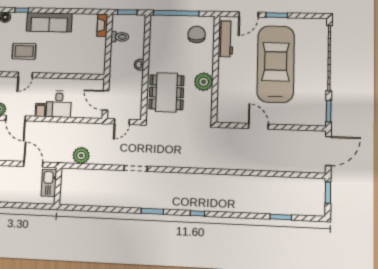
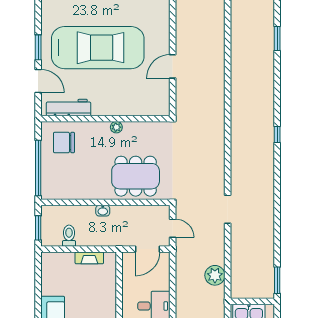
fireplace: (102, 25) -> (89, 258), moved
car: (276, 64) -> (98, 48), turned 180
plant: (204, 82) -> (116, 127), width x0.53, depth x0.53
window: (152, 211) -> (277, 280), moved

